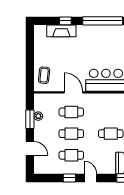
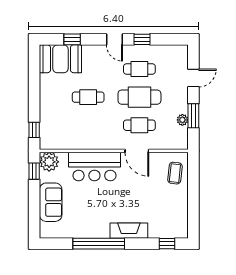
window: (65, 21) -> (167, 244), moved
fireplace: (61, 31) -> (129, 231), moved
cafe table: (71, 134) -> (139, 97), width x1.37, depth x1.35
door: (30, 148) -> (193, 78), swing flipped

